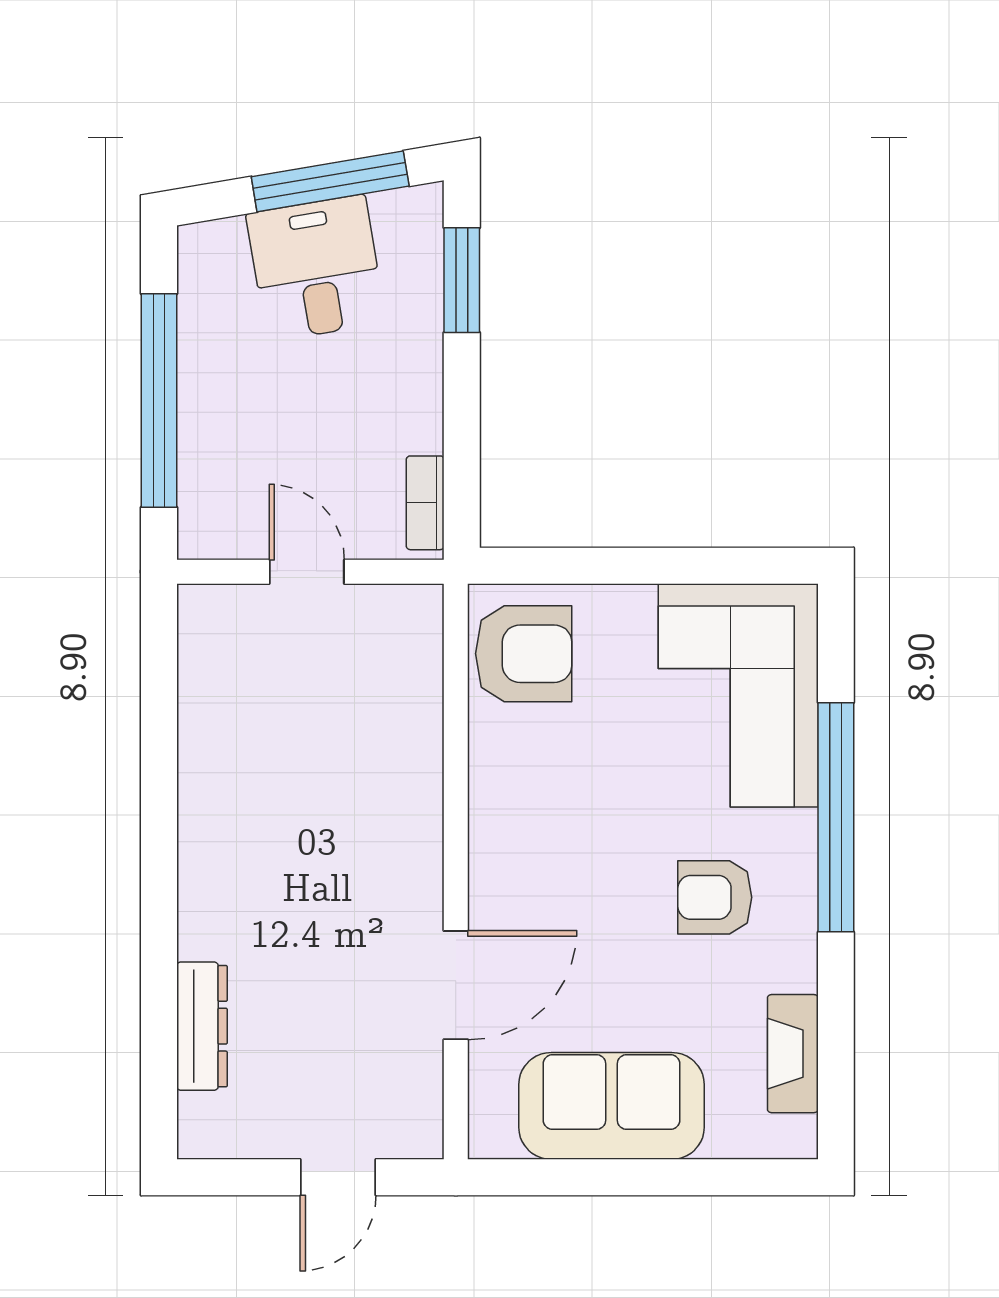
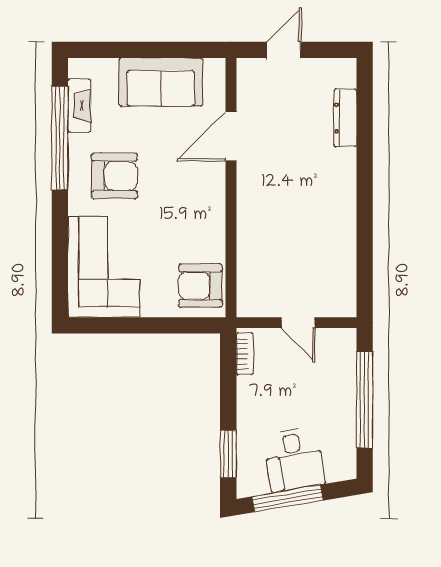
window: (836, 817) -> (60, 138), moved
armchair: (715, 897) -> (114, 176), width x1.38, depth x1.38

